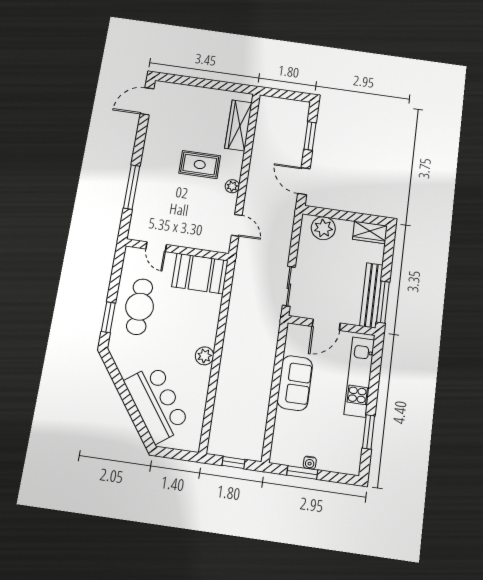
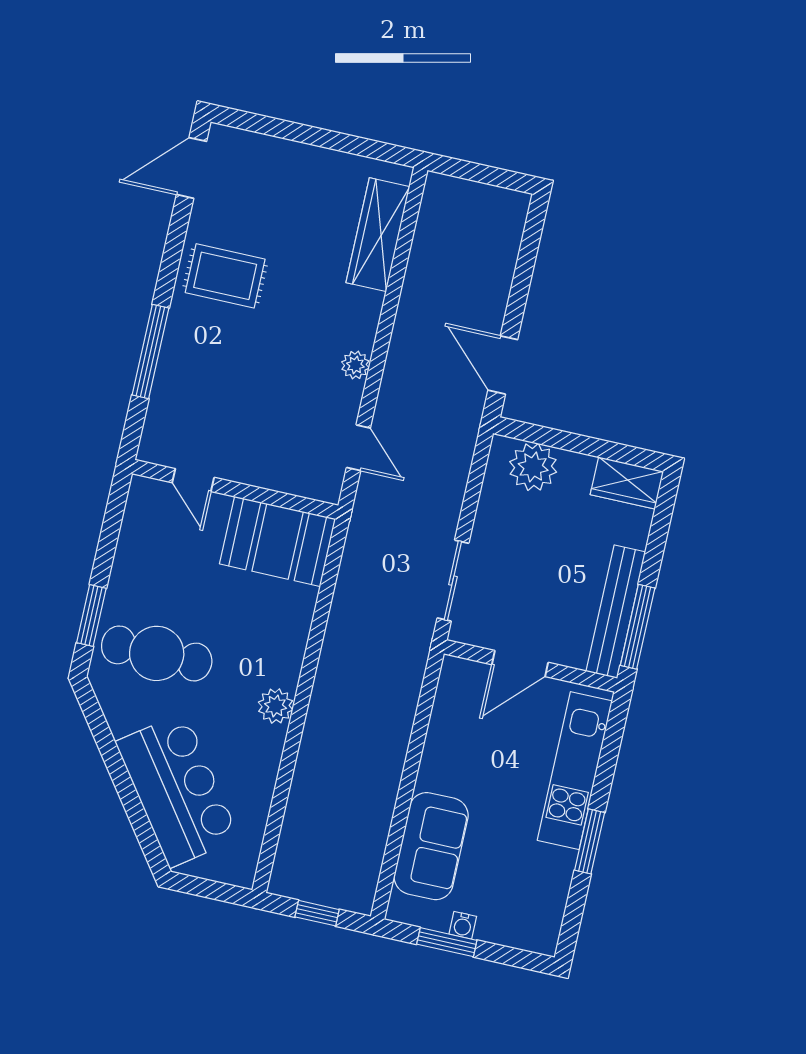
window: (310, 136) -> (524, 269), removed
rug: (200, 165) -> (225, 276), moved
cafe table: (140, 307) -> (157, 653), moved, turned 90
sofa: (295, 383) -> (431, 846), moved
window: (369, 432) -> (590, 841), moved

